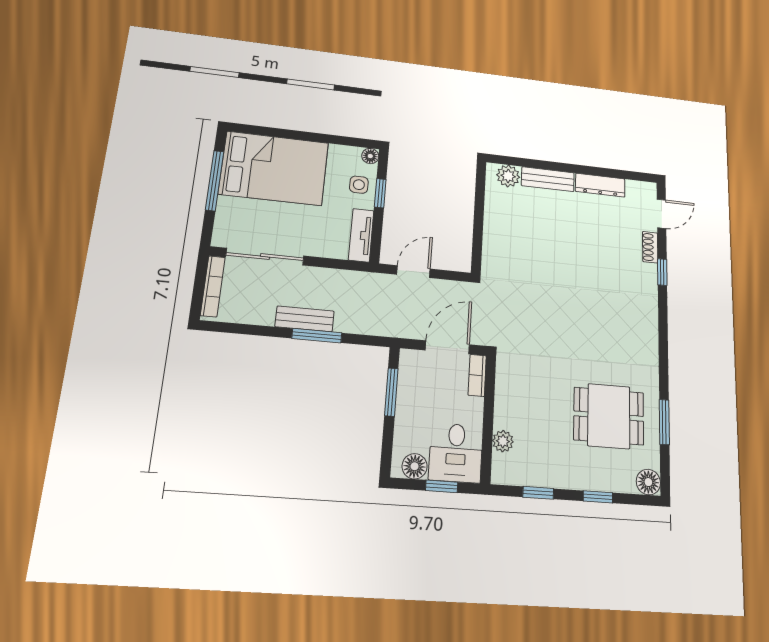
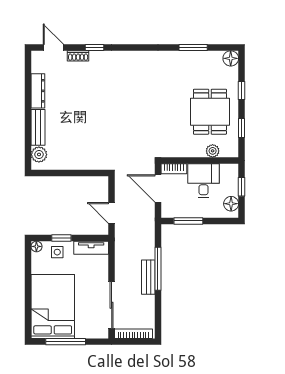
window: (317, 336) -> (158, 269), width x1.44
dining table: (609, 416) -> (210, 112), moved
desk: (456, 453) -> (204, 181), moved, turned -90

